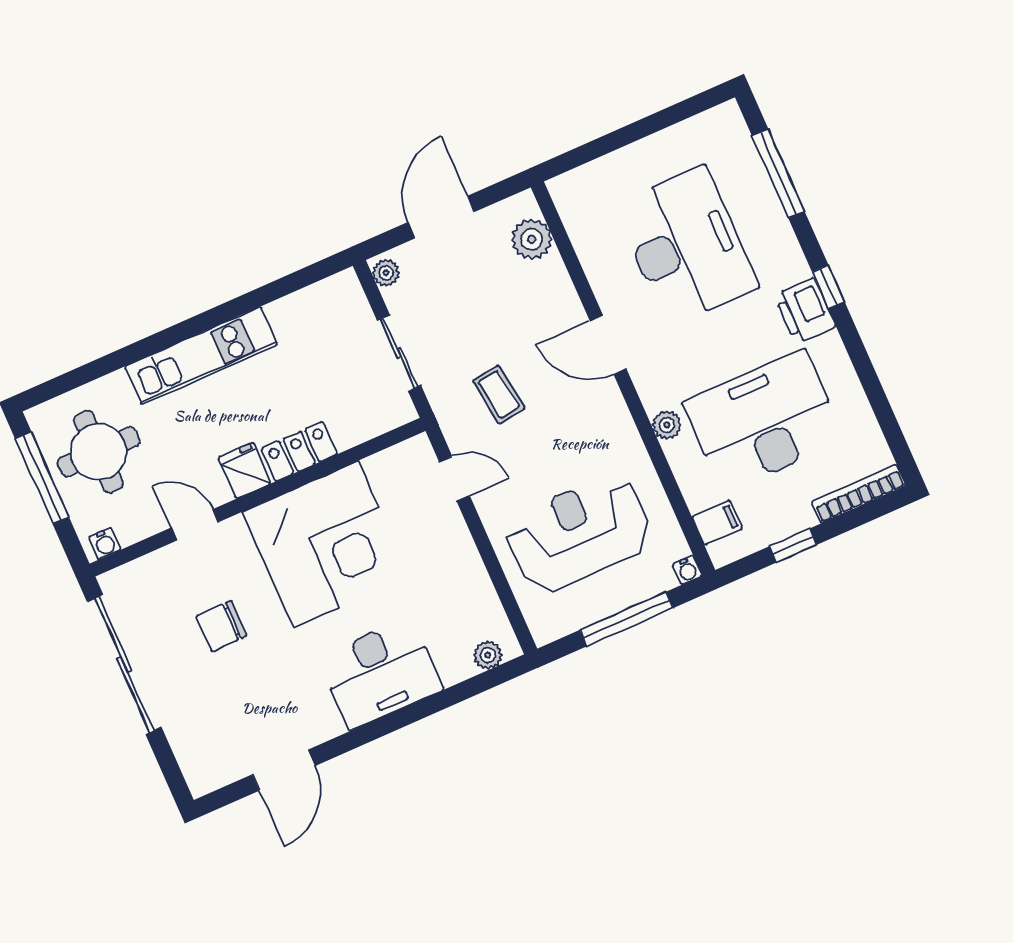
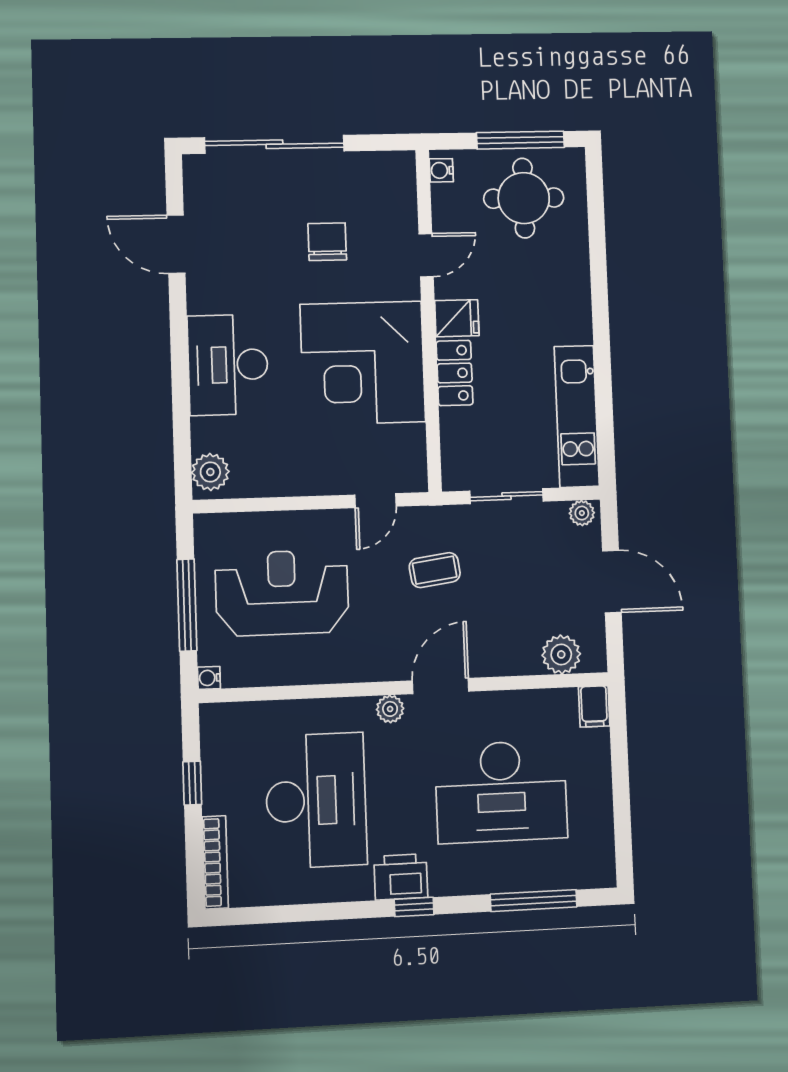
kitchen unit: (201, 355) -> (577, 416), moved
plant: (667, 425) -> (390, 709), moved
filing cabinet: (717, 523) -> (594, 706), moved
reception desk: (579, 533) -> (282, 593), turned -90
plant: (488, 655) -> (210, 472), width x1.38, depth x1.38
sliding door: (124, 664) -> (274, 144), moved

